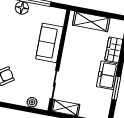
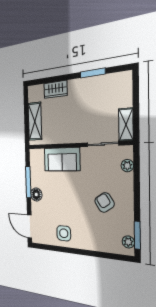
freezer: (107, 75) -> (81, 88), removed

